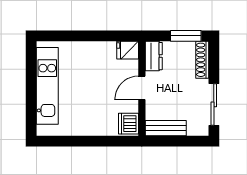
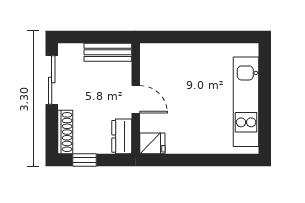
window: (186, 36) -> (85, 160), width x0.67
door: (142, 88) -> (136, 99), hinge flipped
dishwasher: (129, 124) -> (151, 58), removed

